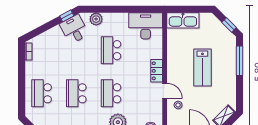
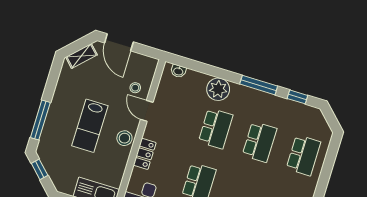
stool: (175, 66) -> (124, 138), added
lab bench: (202, 68) -> (90, 126), turned 180
locker: (157, 71) -> (145, 154), moved

